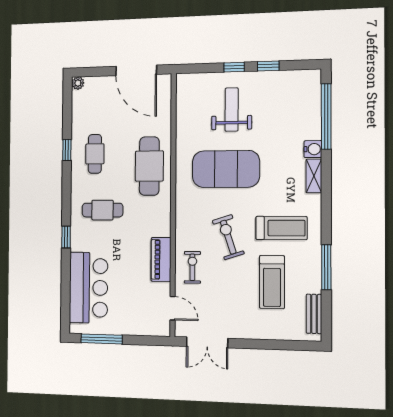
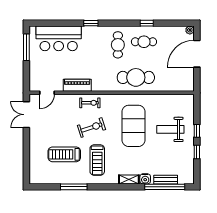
door: (136, 70) -> (197, 54), moved
weight bench: (232, 110) -> (170, 129), turned 180
cafe table: (103, 210) -> (118, 45), moved
exercise bike: (192, 267) -> (90, 103), moved
bench: (314, 314) -> (166, 180), moved

